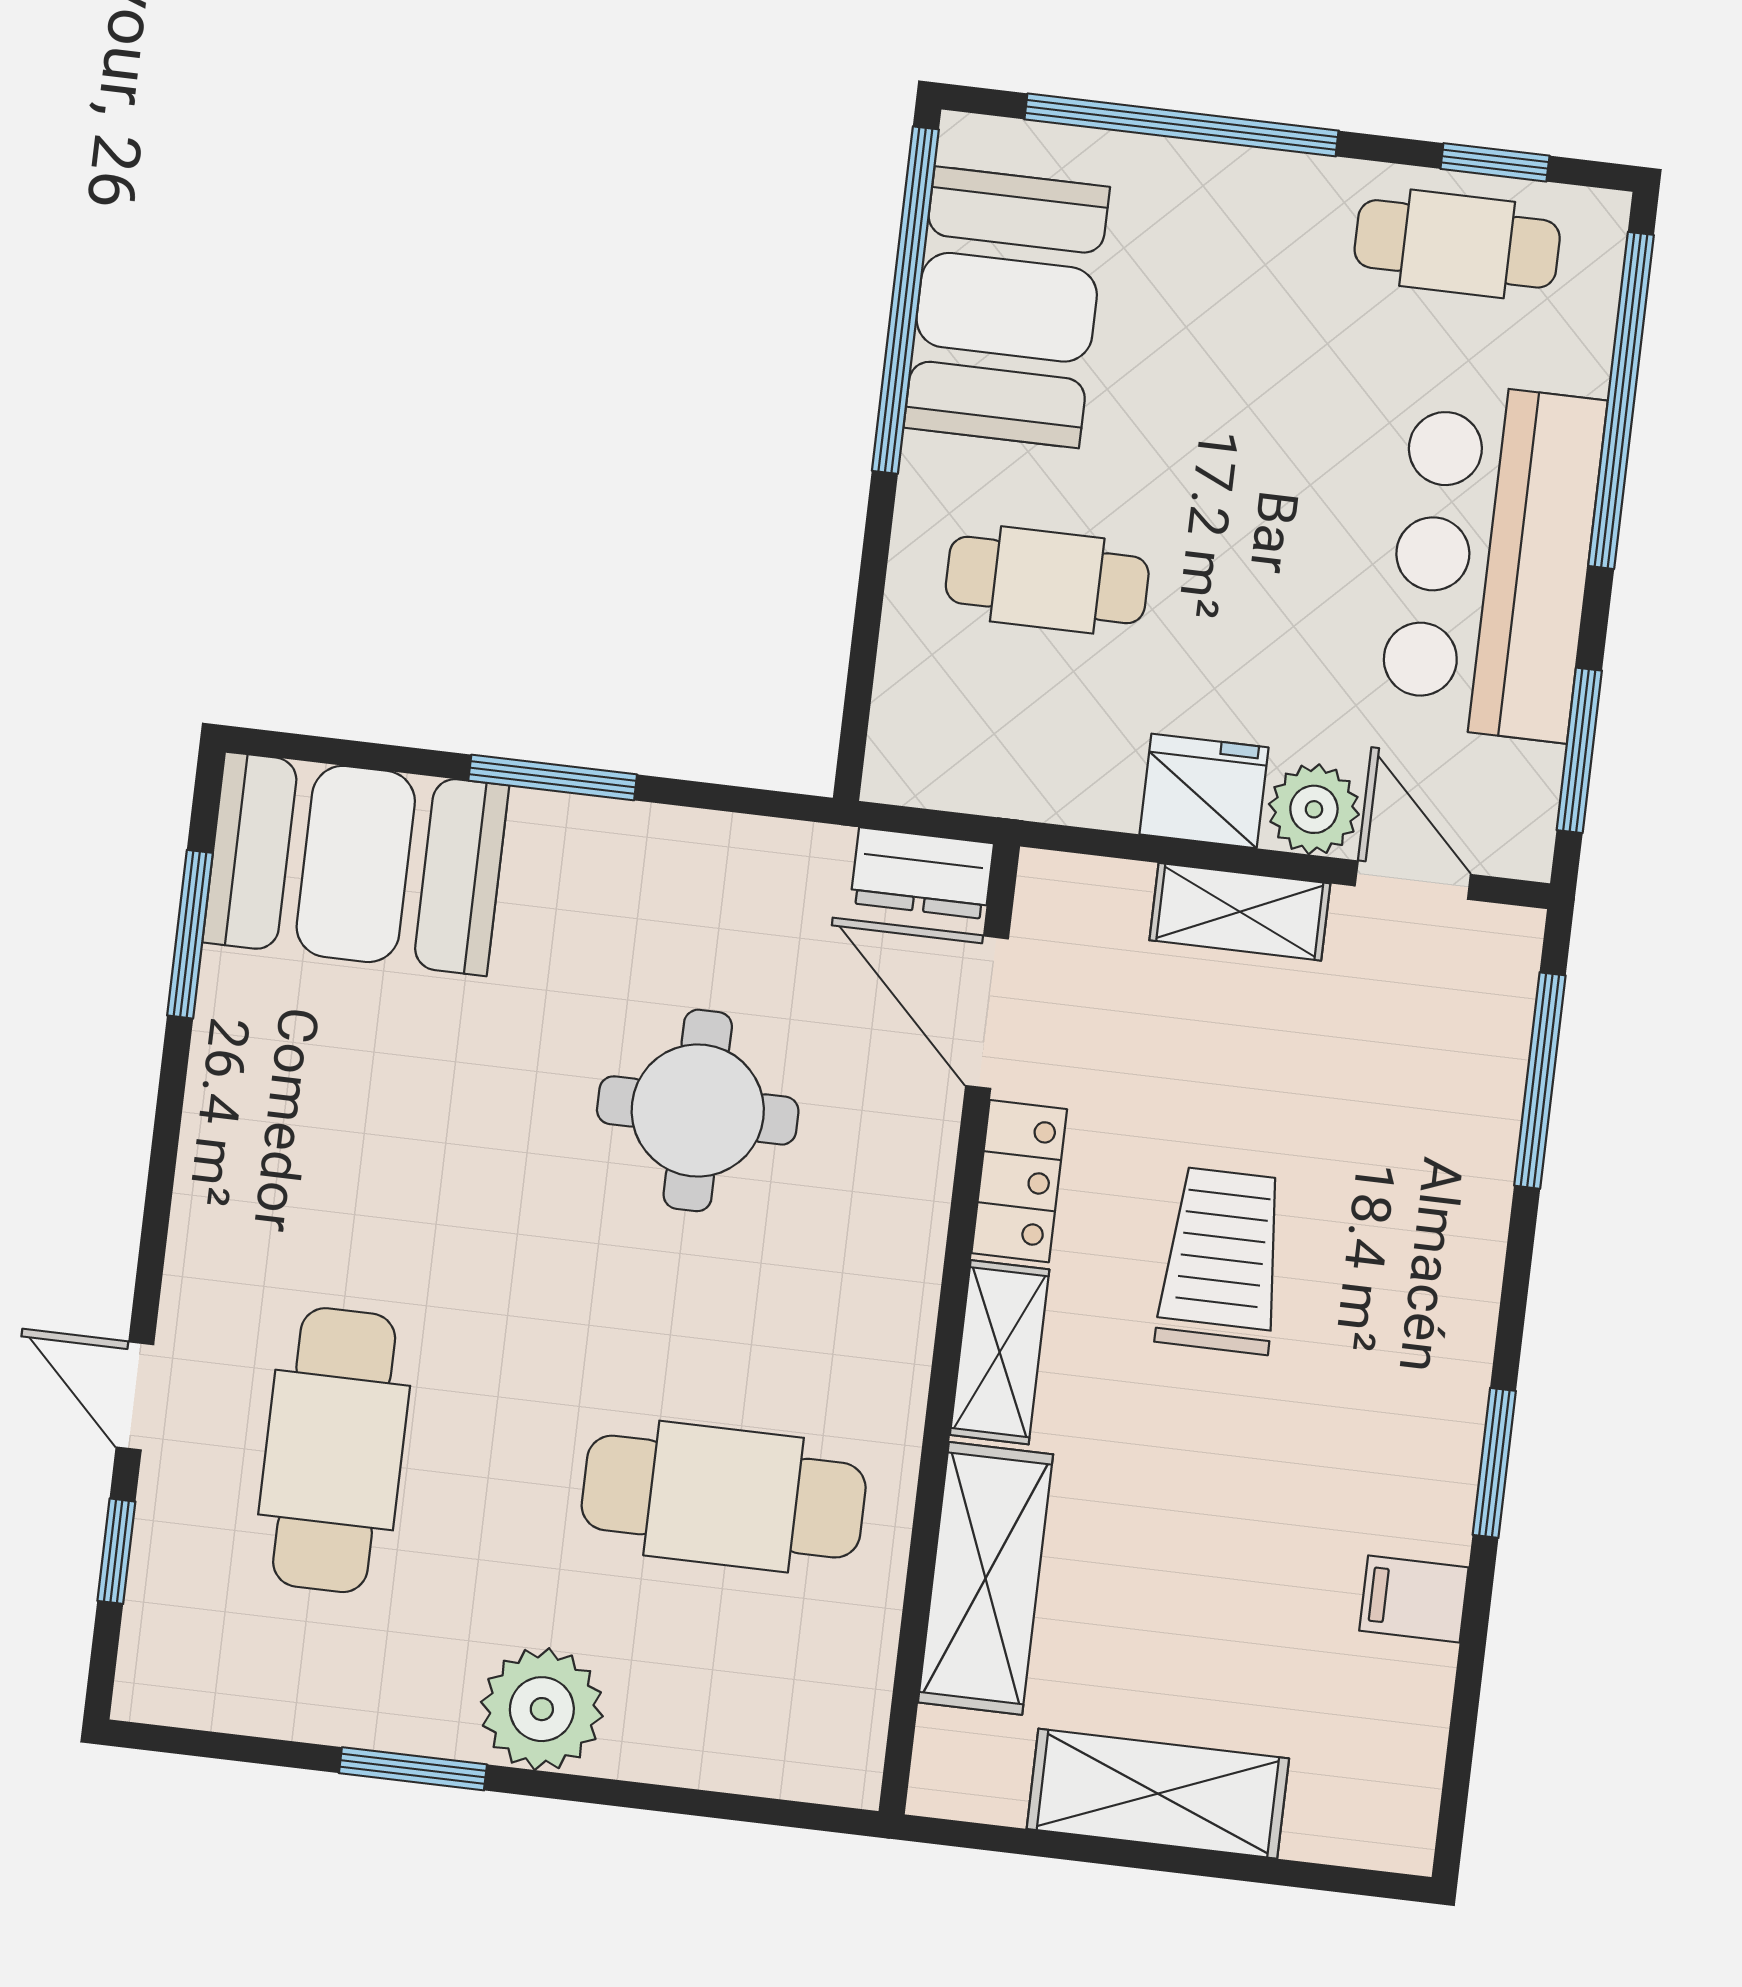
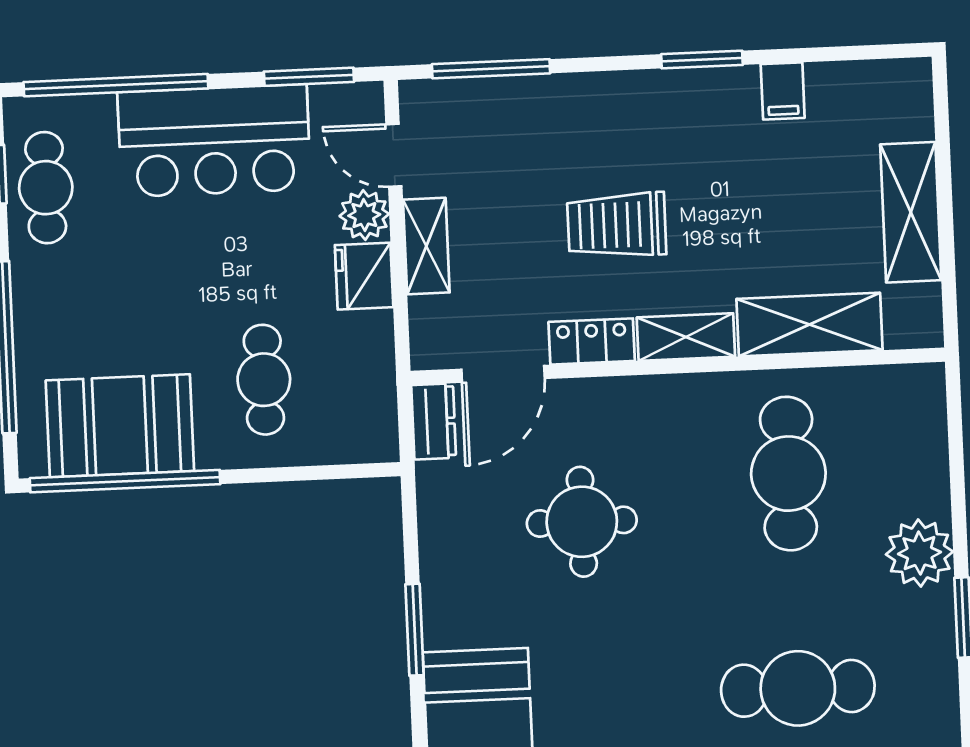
door: (1413, 880) -> (394, 155), hinge flipped

